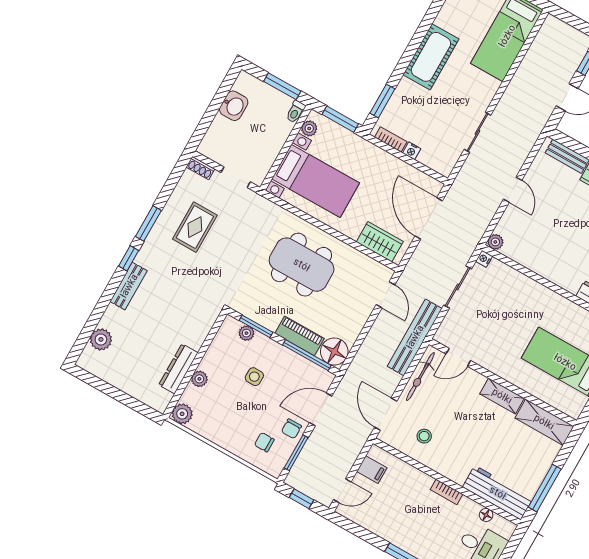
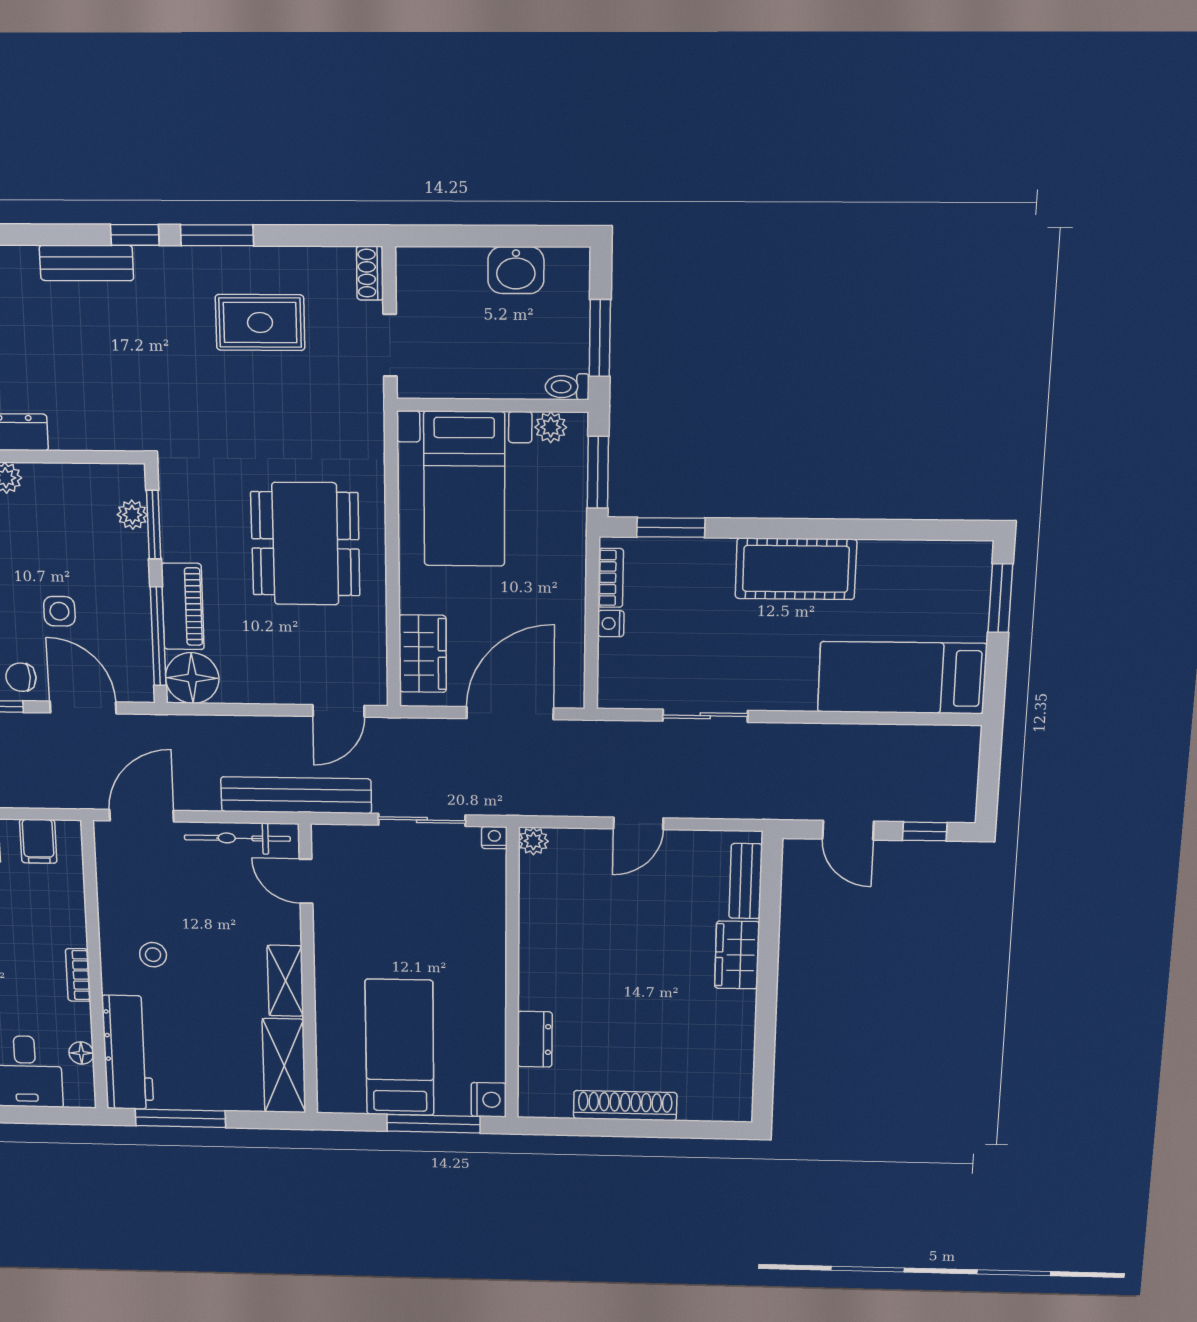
side table: (254, 377) -> (59, 611), moved
stool: (424, 436) -> (153, 955), moved

